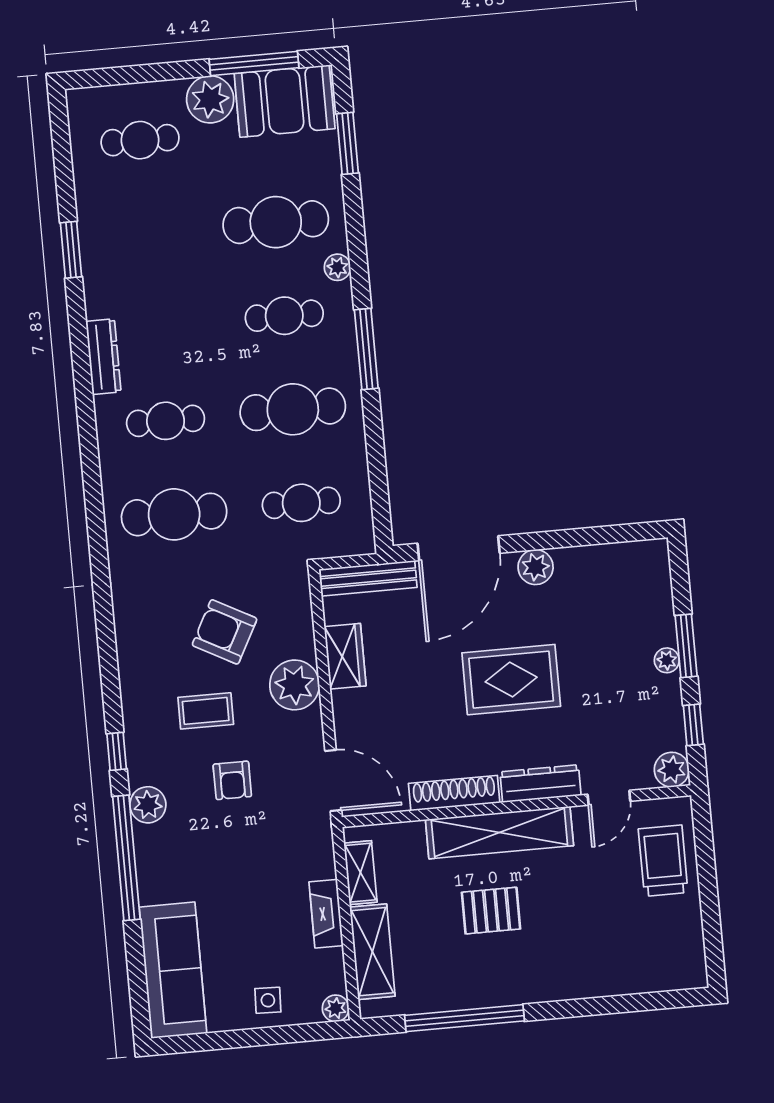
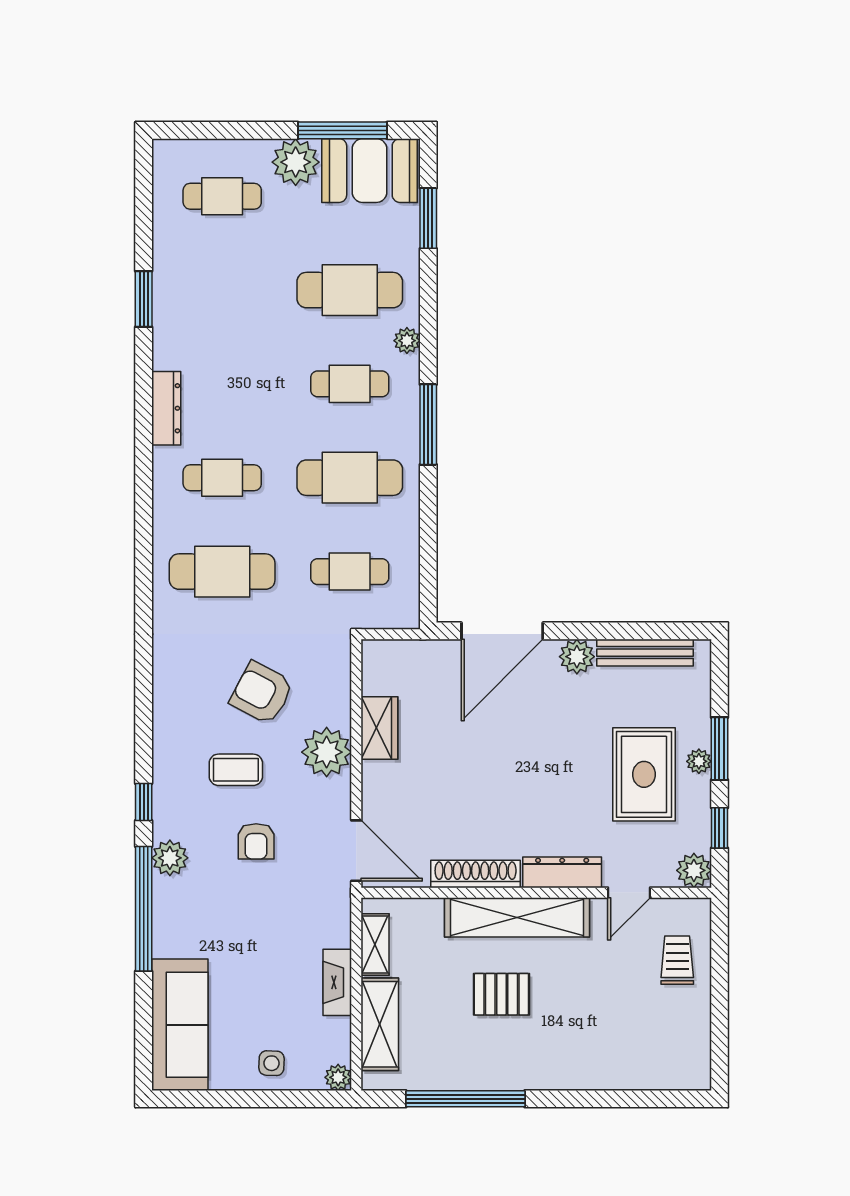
bench: (368, 578) -> (645, 653), moved
rug: (511, 680) -> (644, 774), moved, turned 90
trolley: (663, 861) -> (677, 960), width x0.73, depth x0.72

